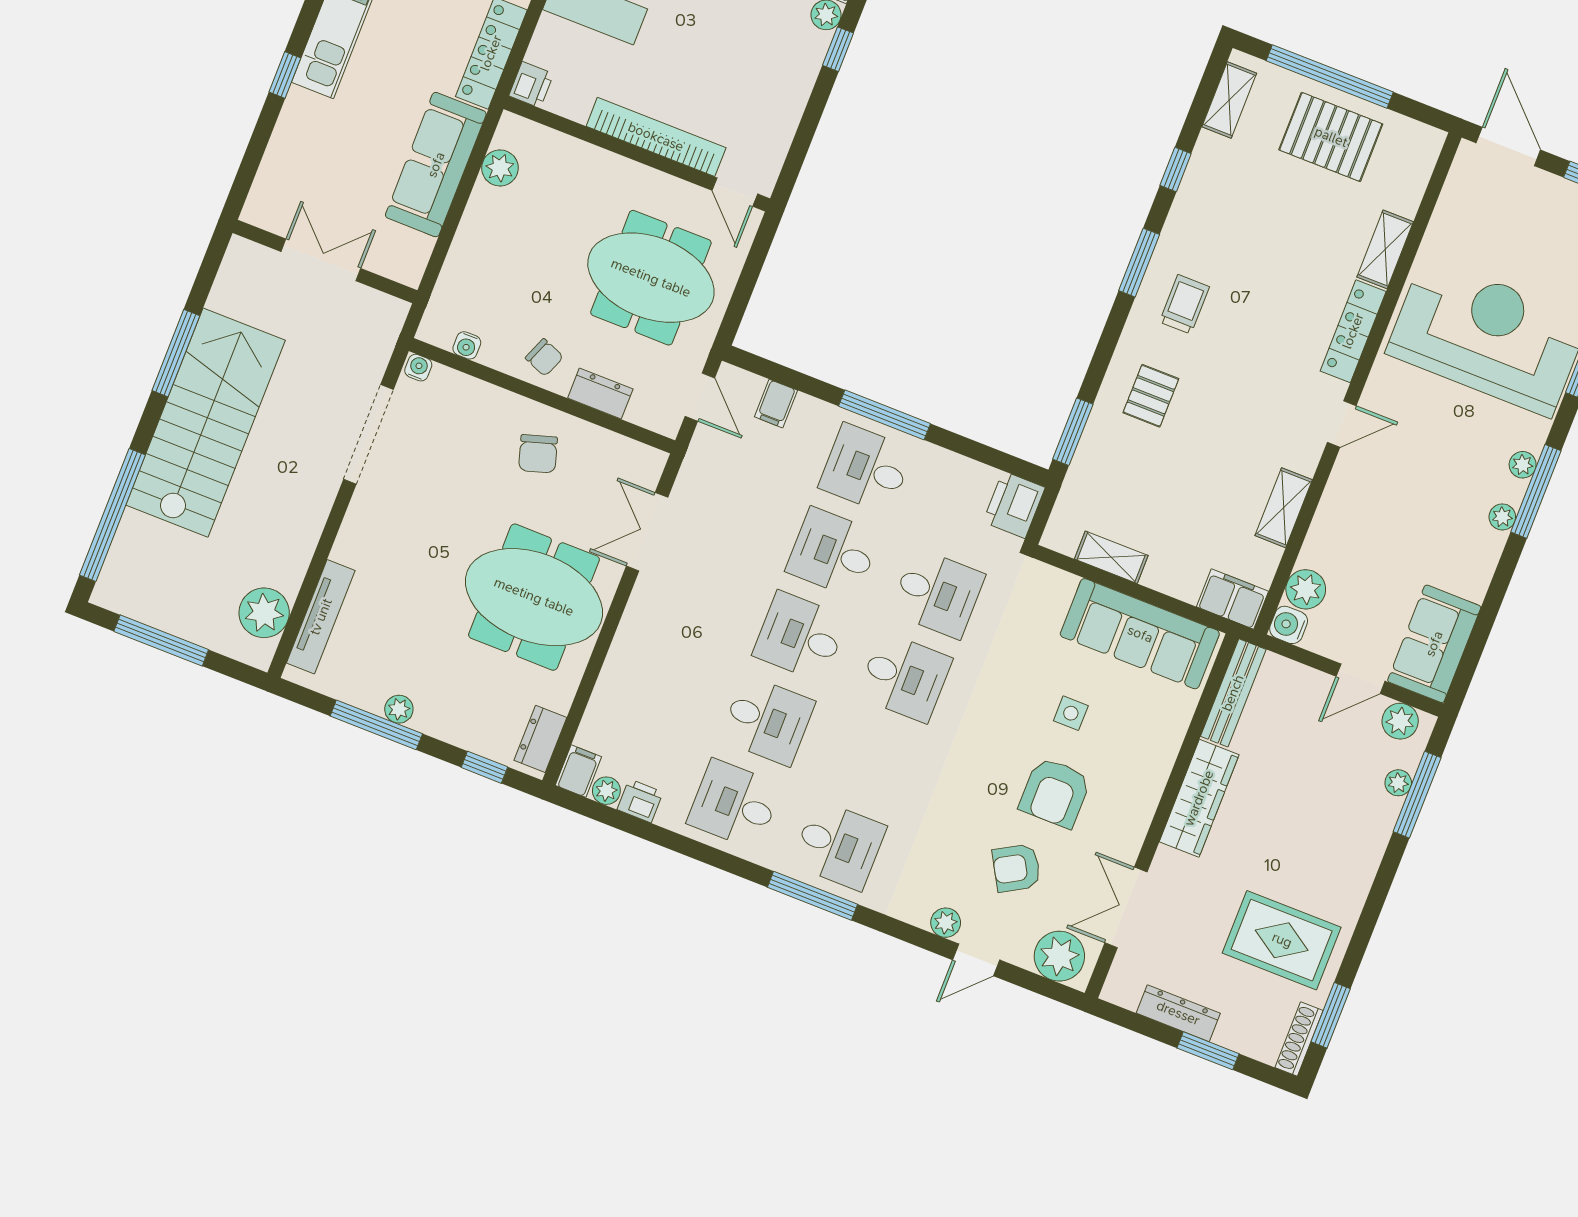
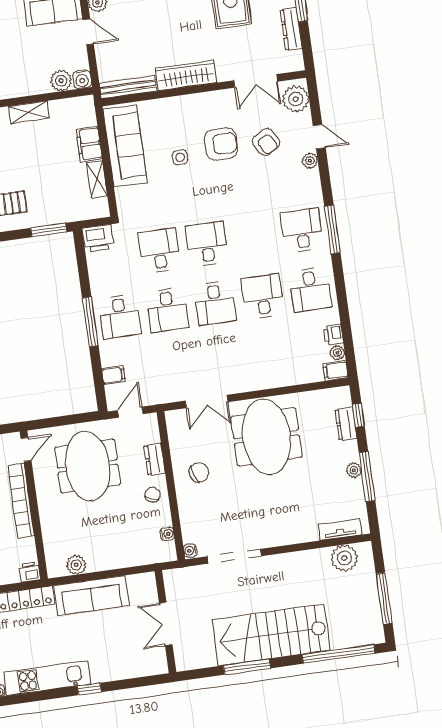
filing cabinet: (1232, 599) -> (89, 144), moved
tv unit: (321, 617) -> (340, 529), width x0.71
dresser: (540, 739) -> (346, 424), moved, turned 90

